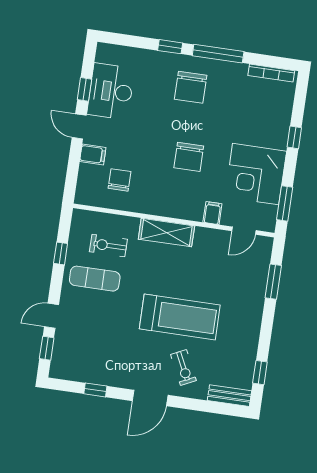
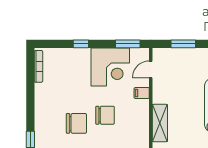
window: (218, 54) -> (30, 105), removed
chair: (191, 87) -> (76, 123), moved
door: (244, 231) -> (151, 69), swing flipped

